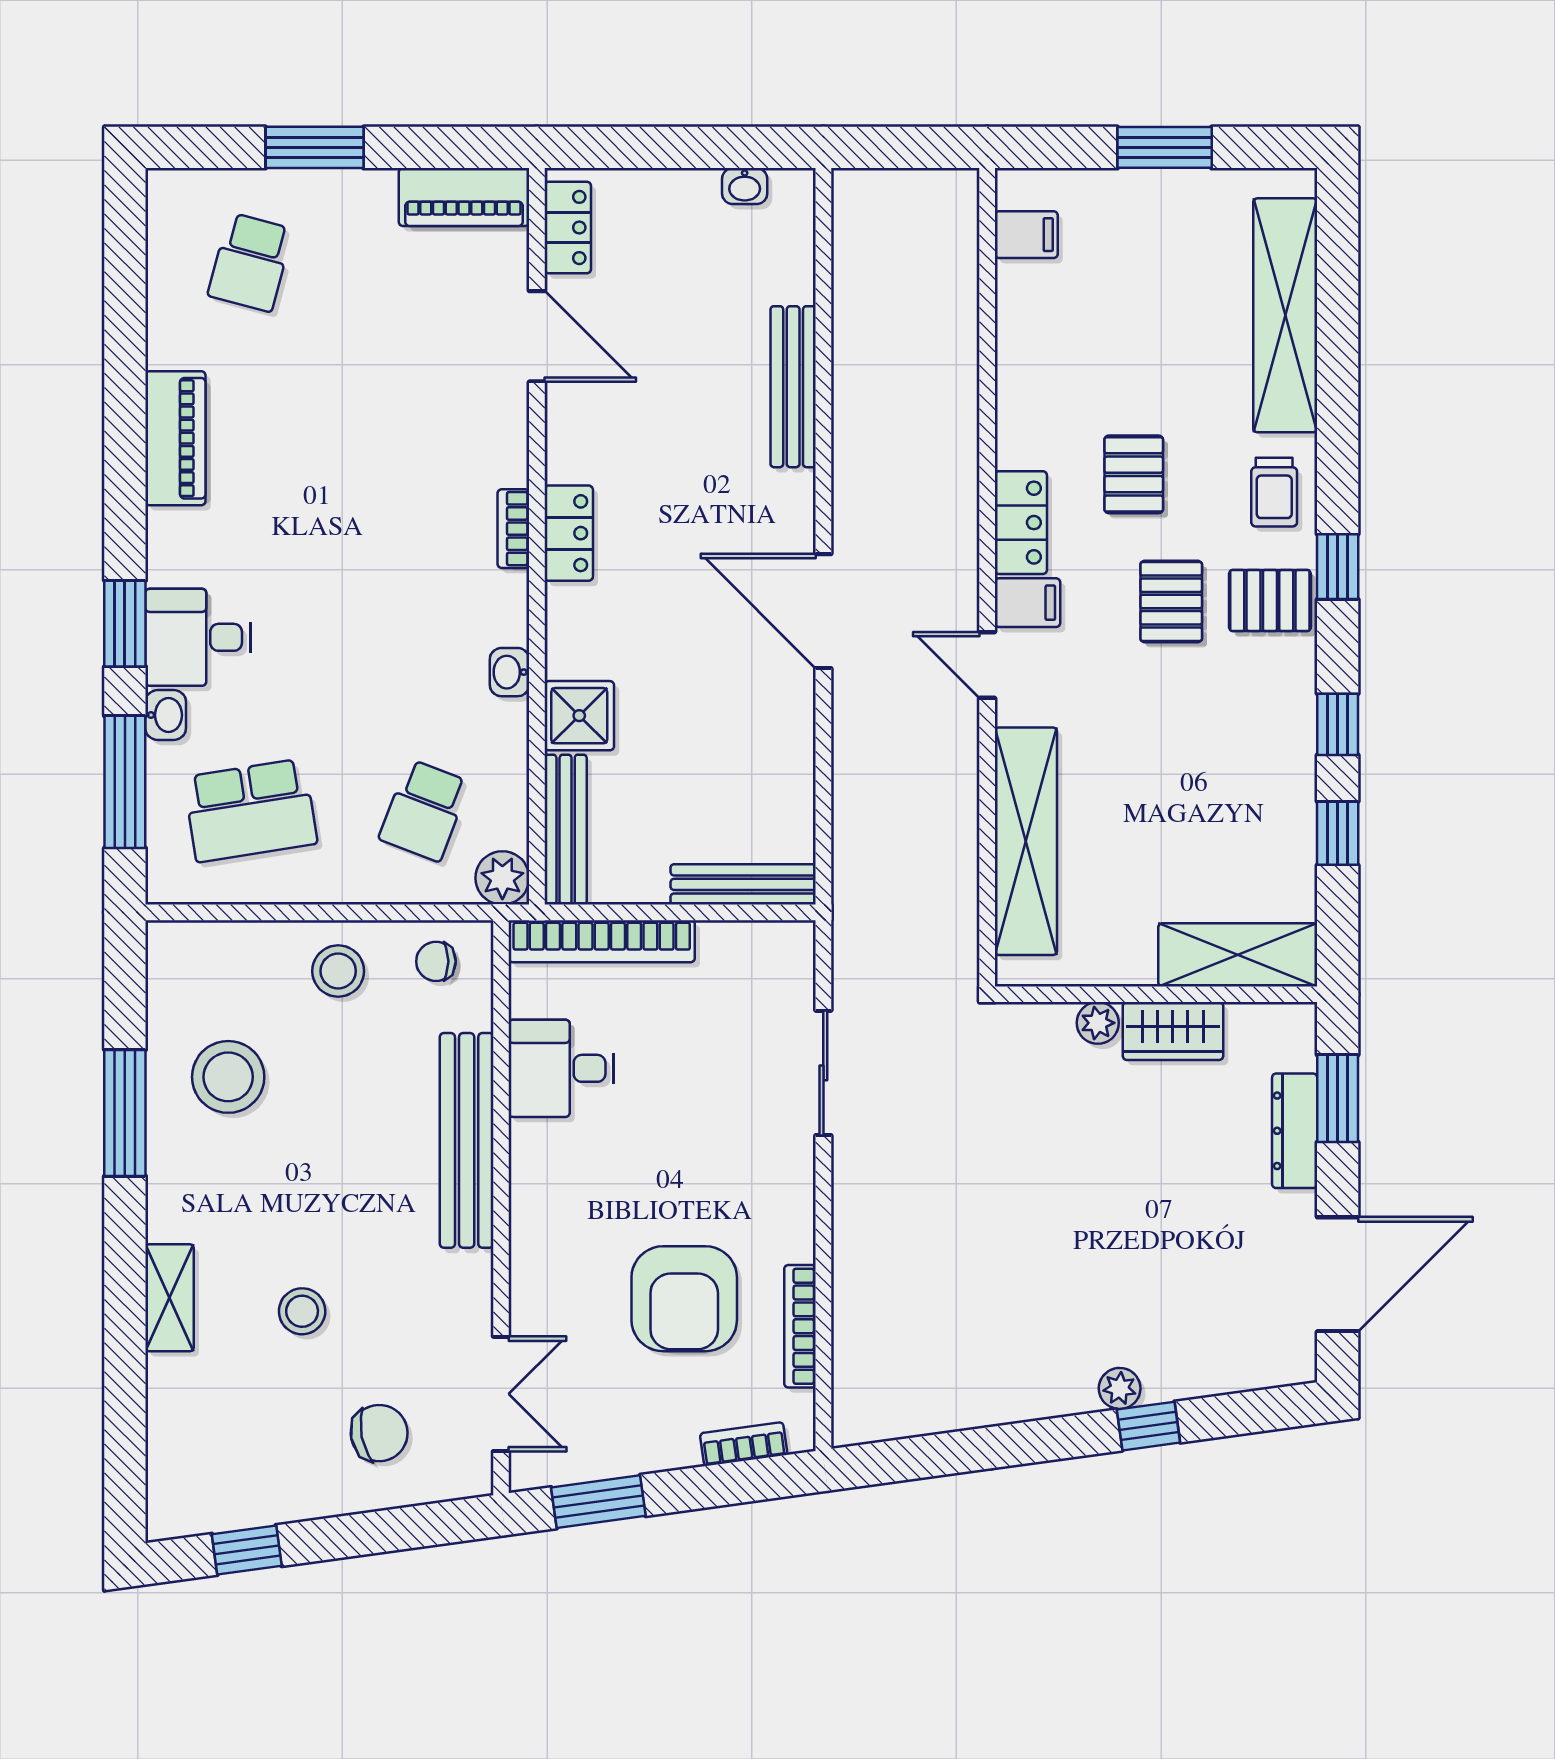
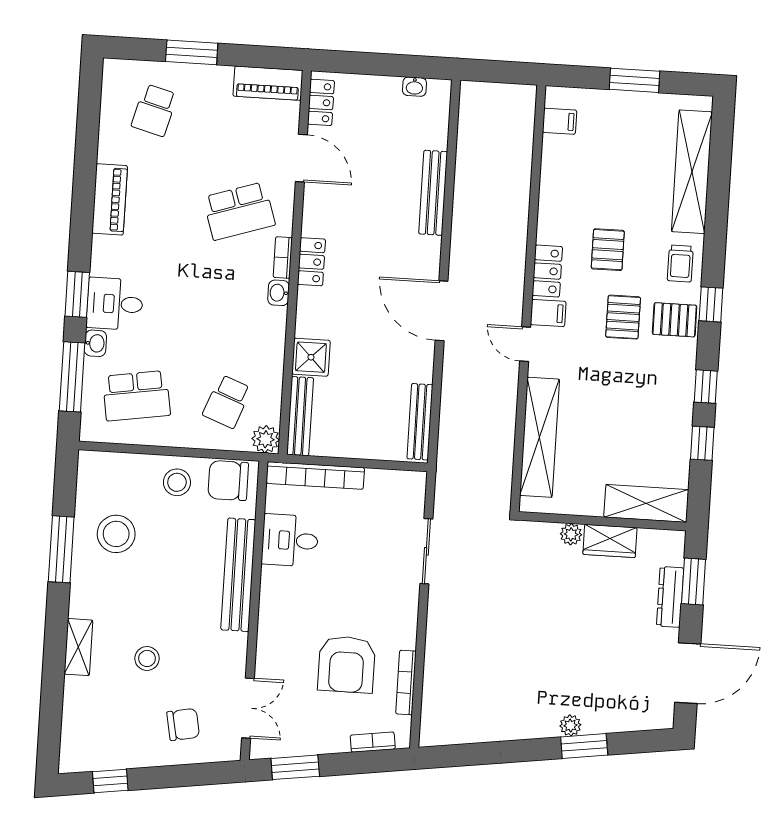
school desk: (424, 445) -> (239, 211), added
washbasin: (510, 672) -> (279, 293), moved
bench: (743, 884) -> (420, 422), moved, turned 90
chair: (436, 961) -> (228, 481), width x1.87, depth x1.87
window: (1148, 1426) -> (584, 746), width x1.50

